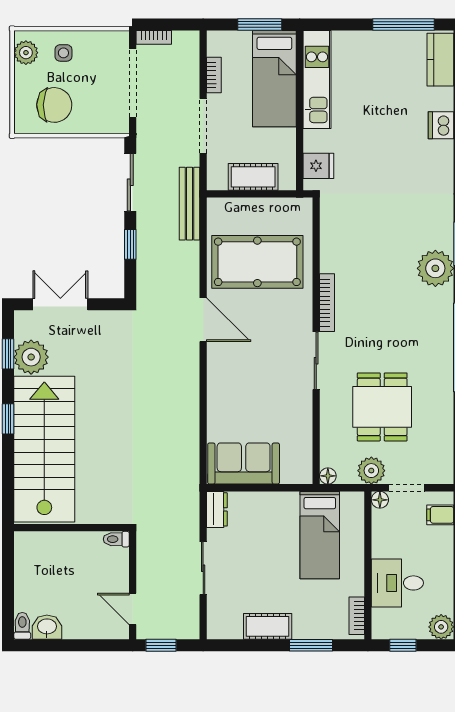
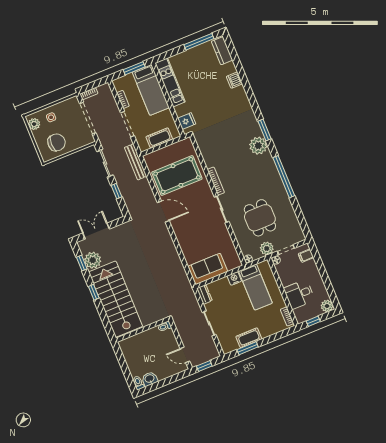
nightstand: (286, 502) -> (234, 278), added
window: (311, 645) -> (248, 348), moved

